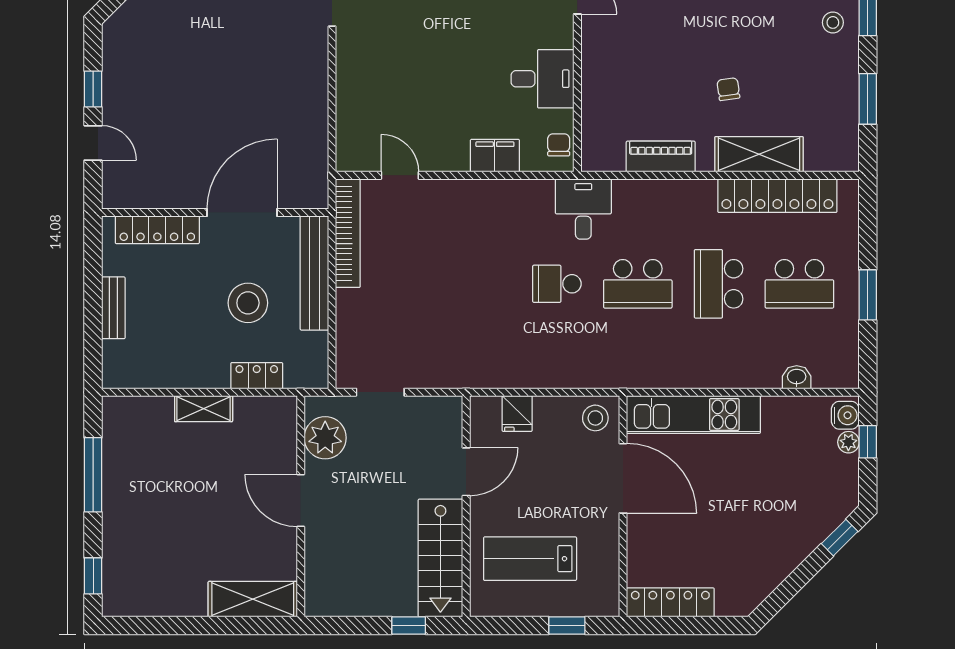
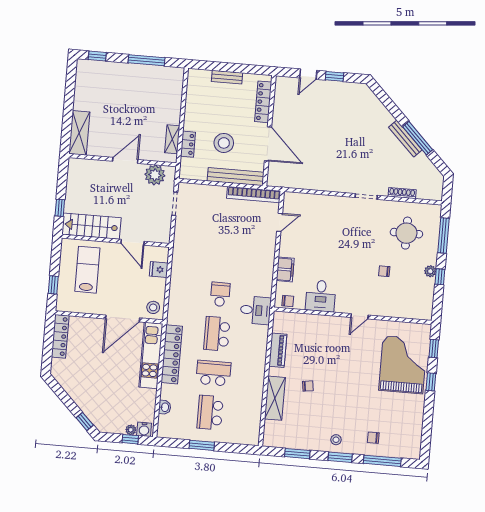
locker: (777, 196) -> (172, 354), moved, turned 180
shelving: (204, 409) -> (172, 139), moved

